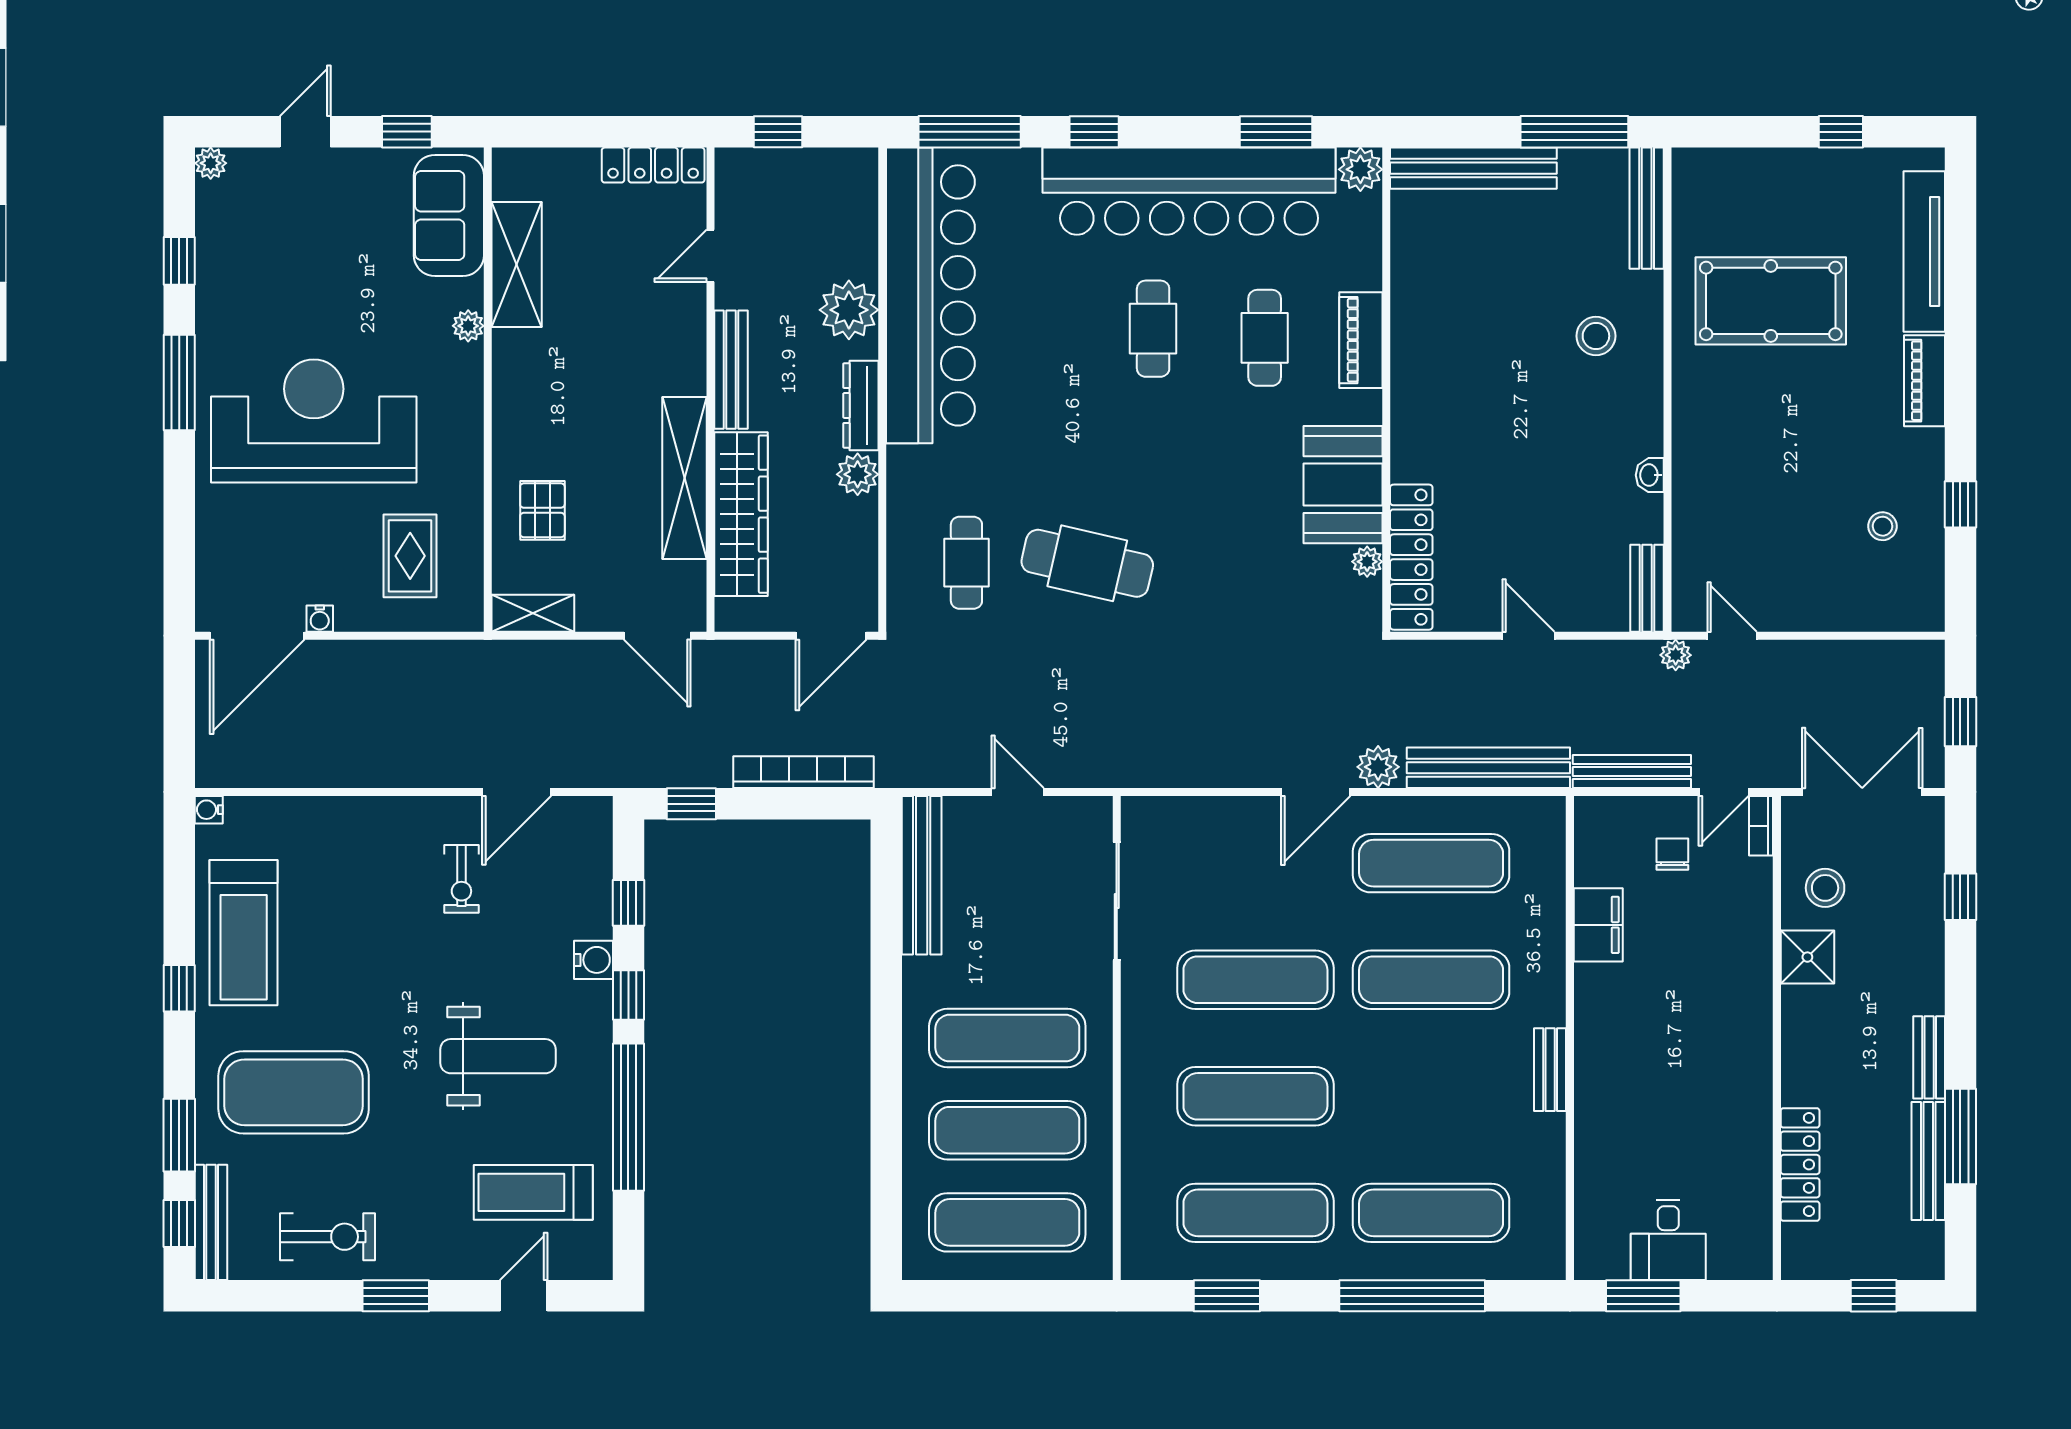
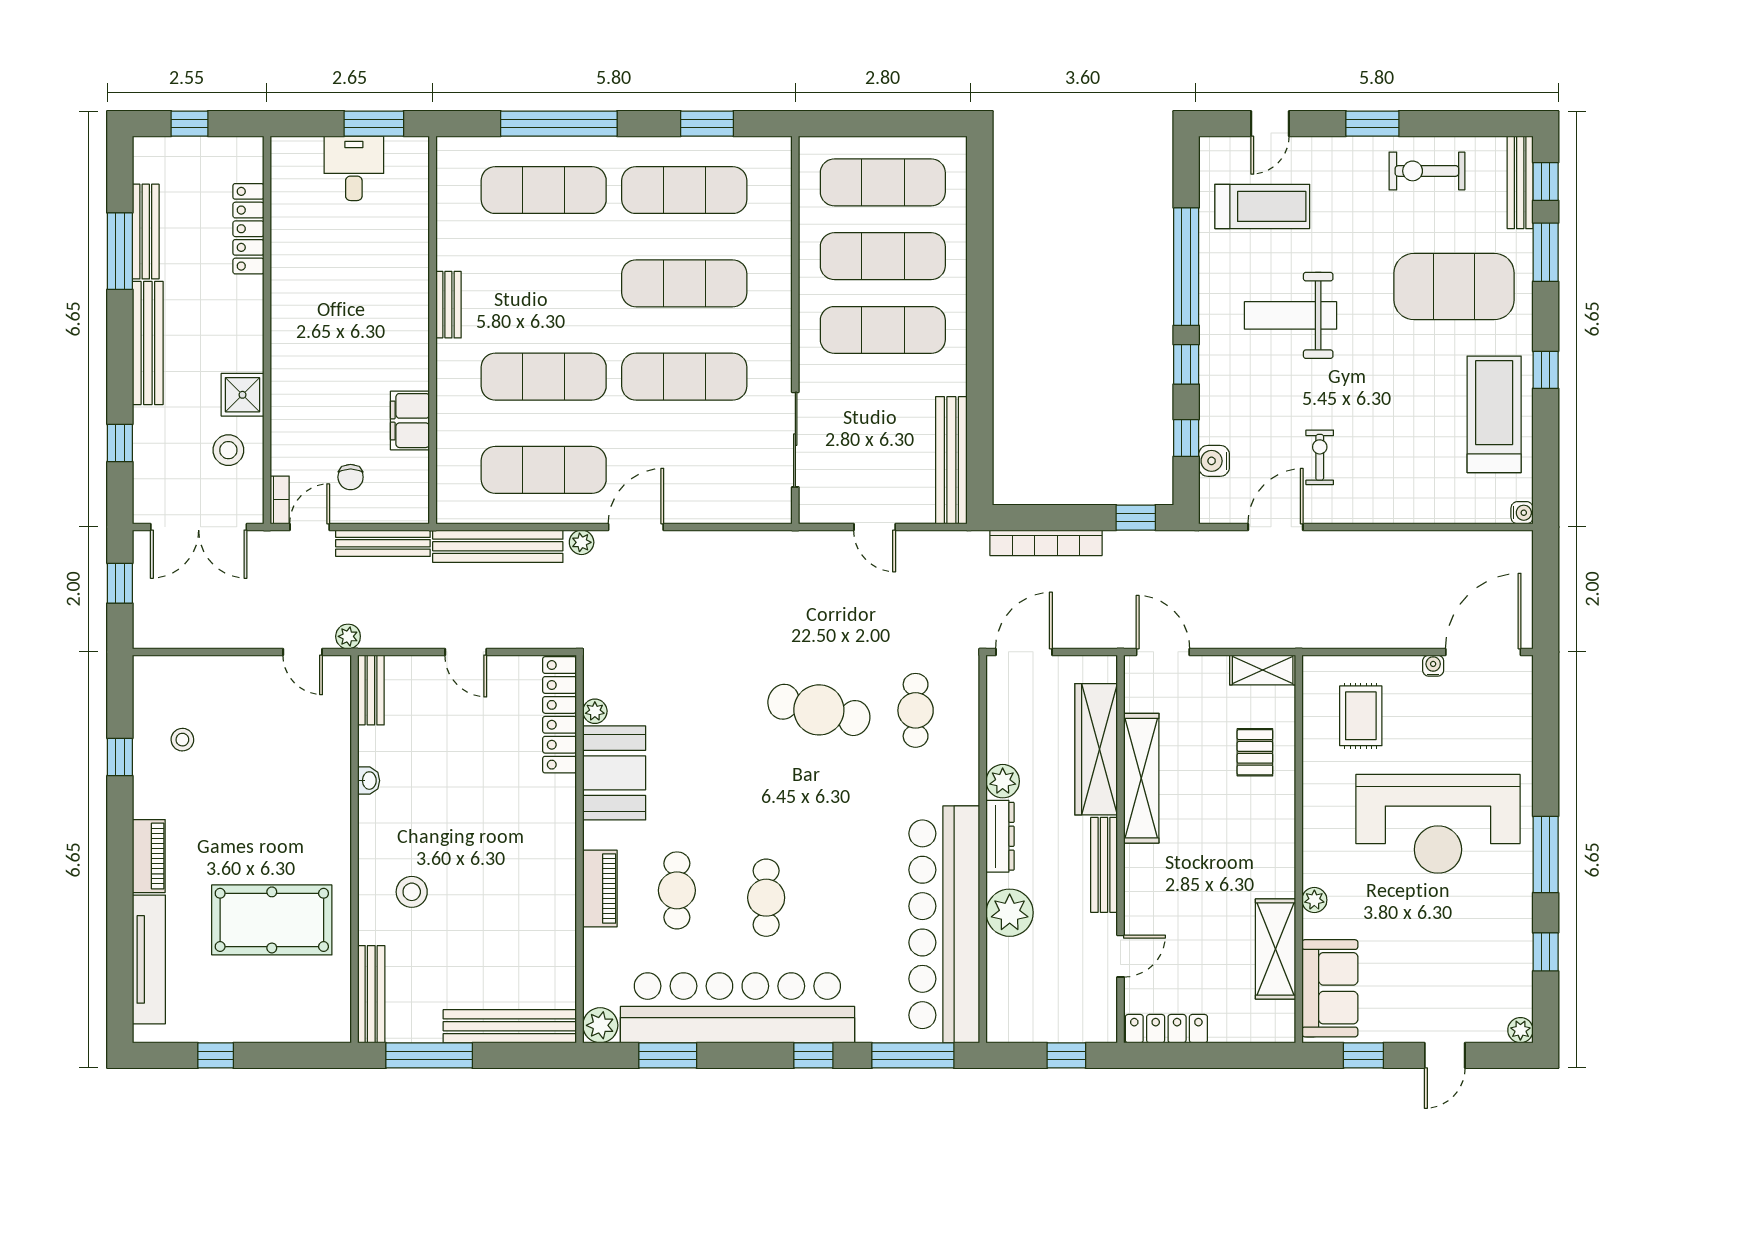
plant: (1378, 767) -> (582, 542), width x0.73, depth x0.73
water cooler: (594, 960) -> (1214, 461), moved
bench: (1929, 1057) -> (148, 343), width x1.86, depth x1.21

